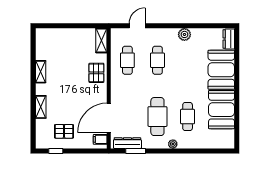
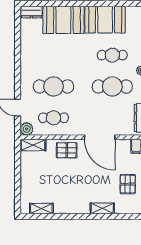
plant: (184, 34) -> (27, 129), moved
cafe table: (157, 60) -> (54, 86), width x1.37, depth x1.35
shelving: (41, 72) -> (41, 209), moved
door: (109, 118) -> (100, 137), moved

